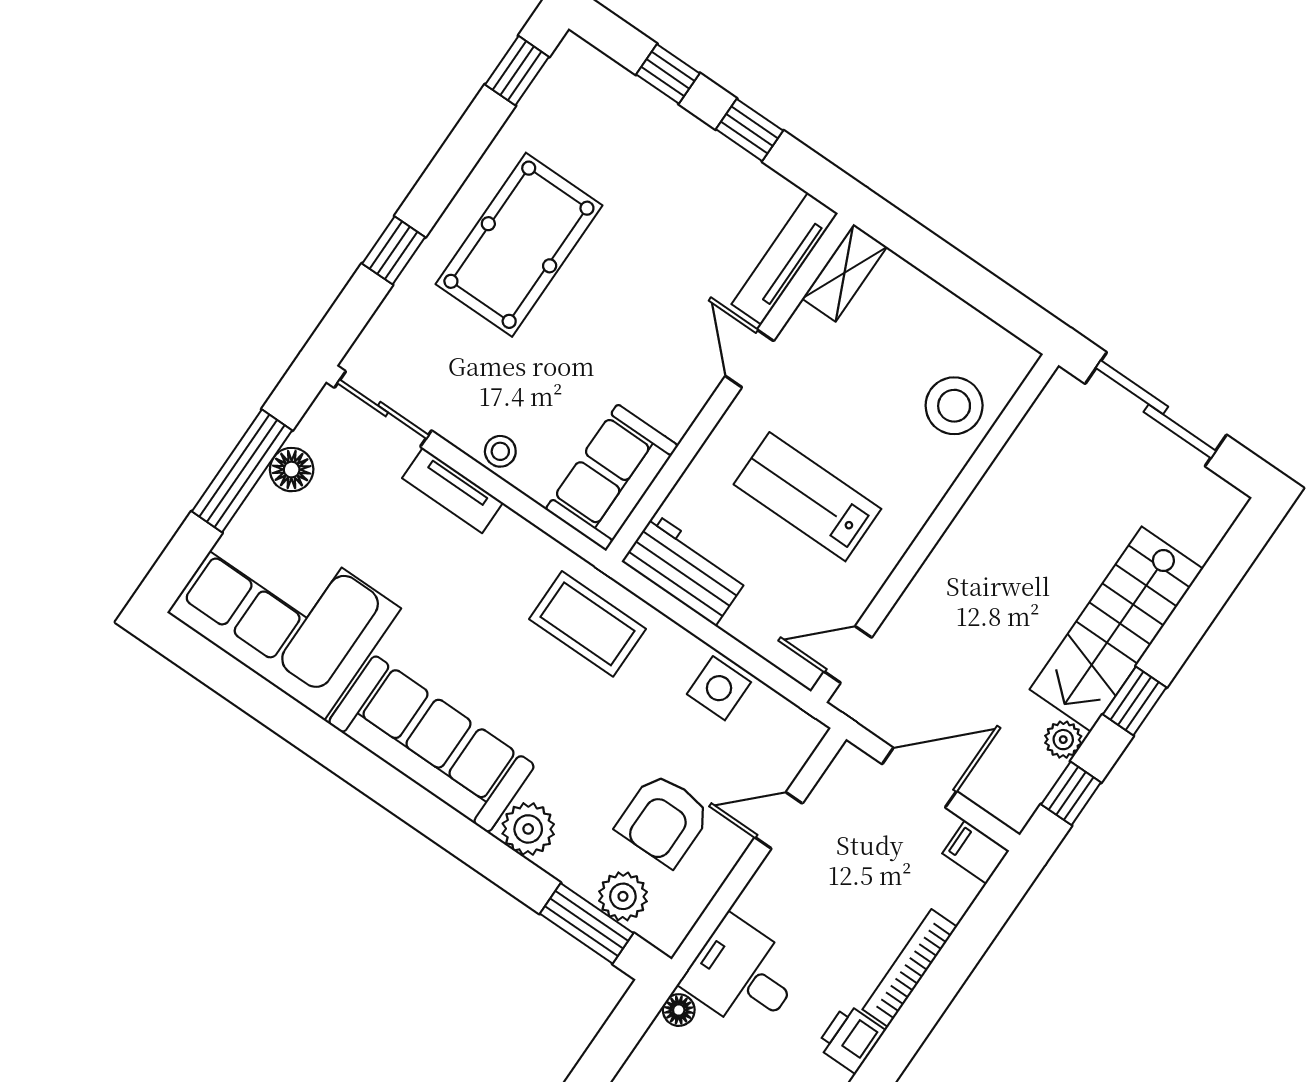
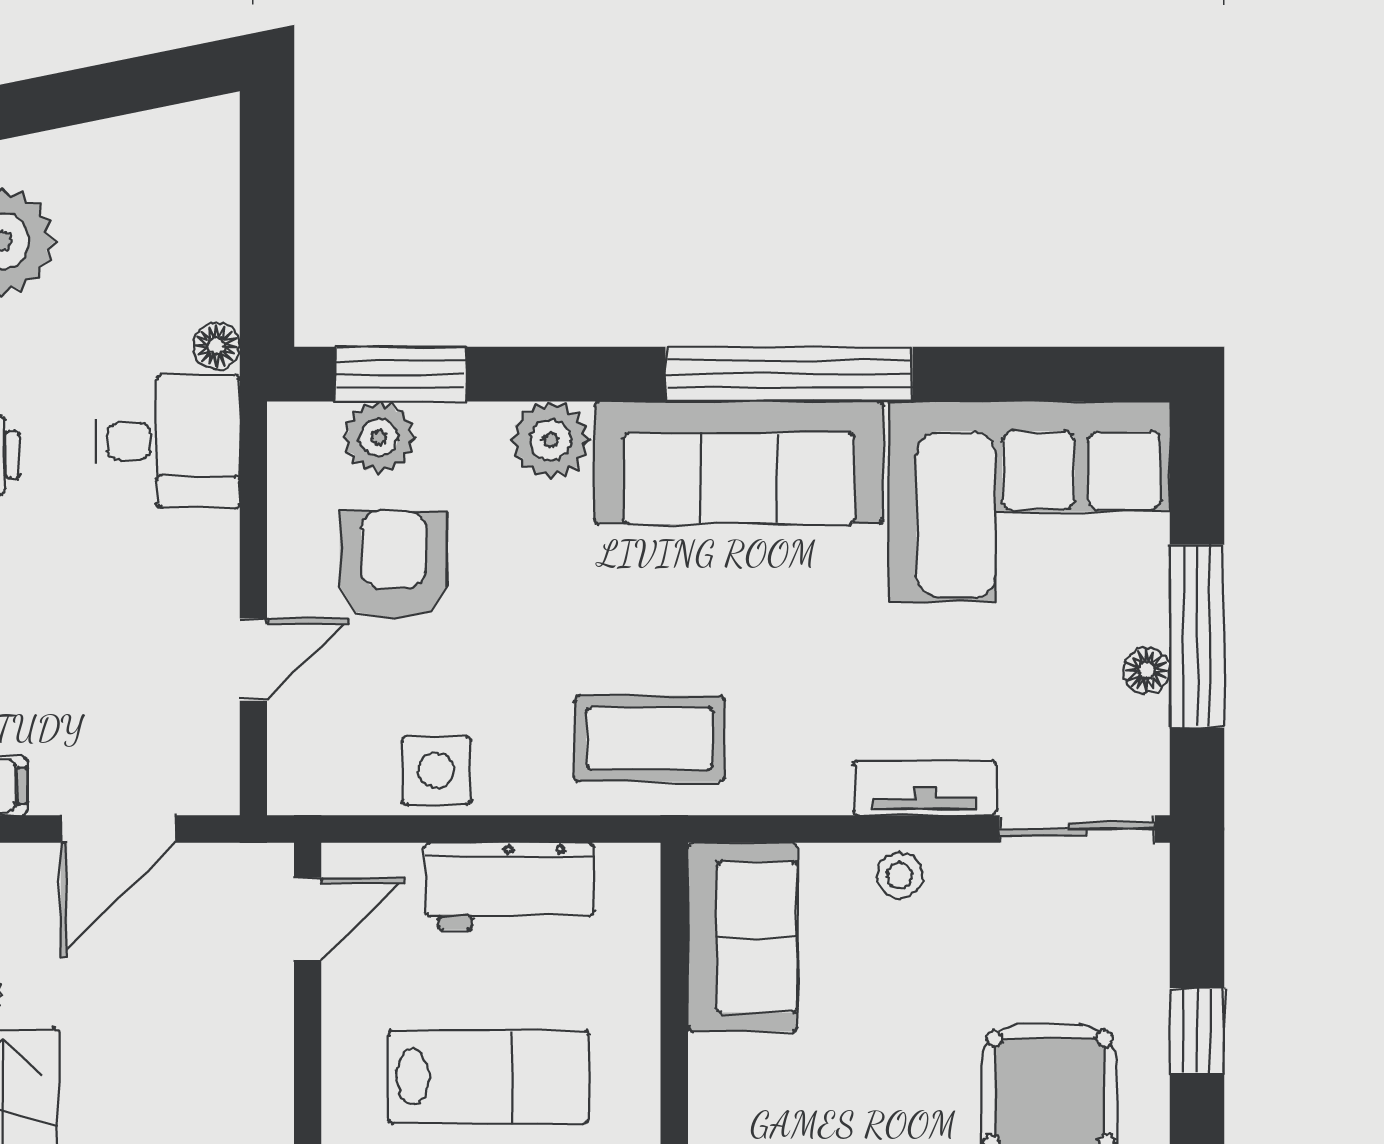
floor lamp: (292, 470) -> (1147, 670), width x0.73, depth x0.73
workbench: (685, 570) -> (509, 886), moved
window: (369, 774) -> (789, 374), added

